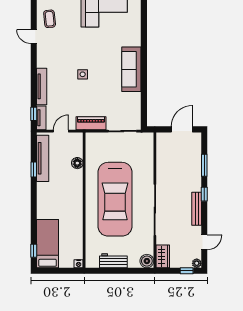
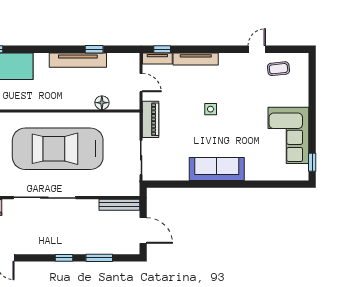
tv unit: (43, 158) -> (78, 60), moved
bench: (197, 209) -> (119, 205), moved

